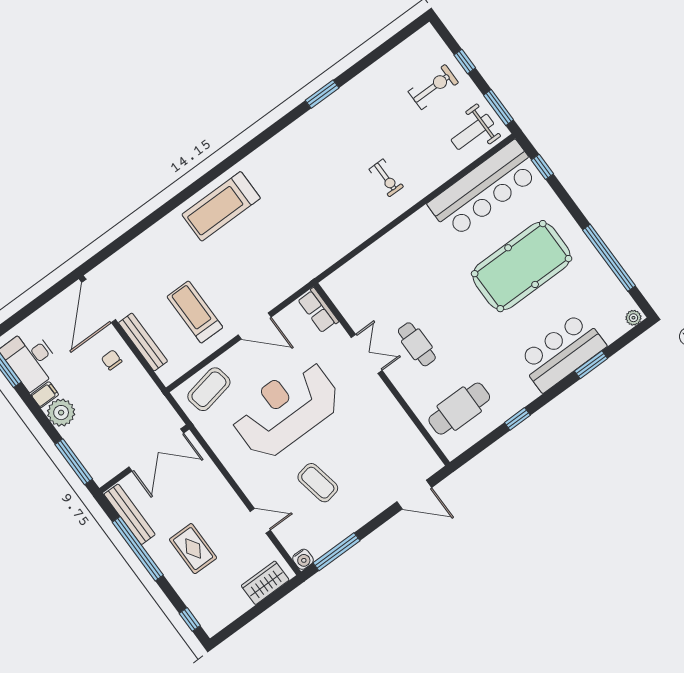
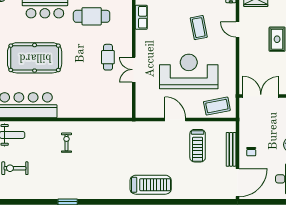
row of seats: (318, 310) -> (141, 17), moved
reception desk: (286, 409) -> (189, 71), turned 180
cafe table: (459, 409) -> (92, 16), moved

